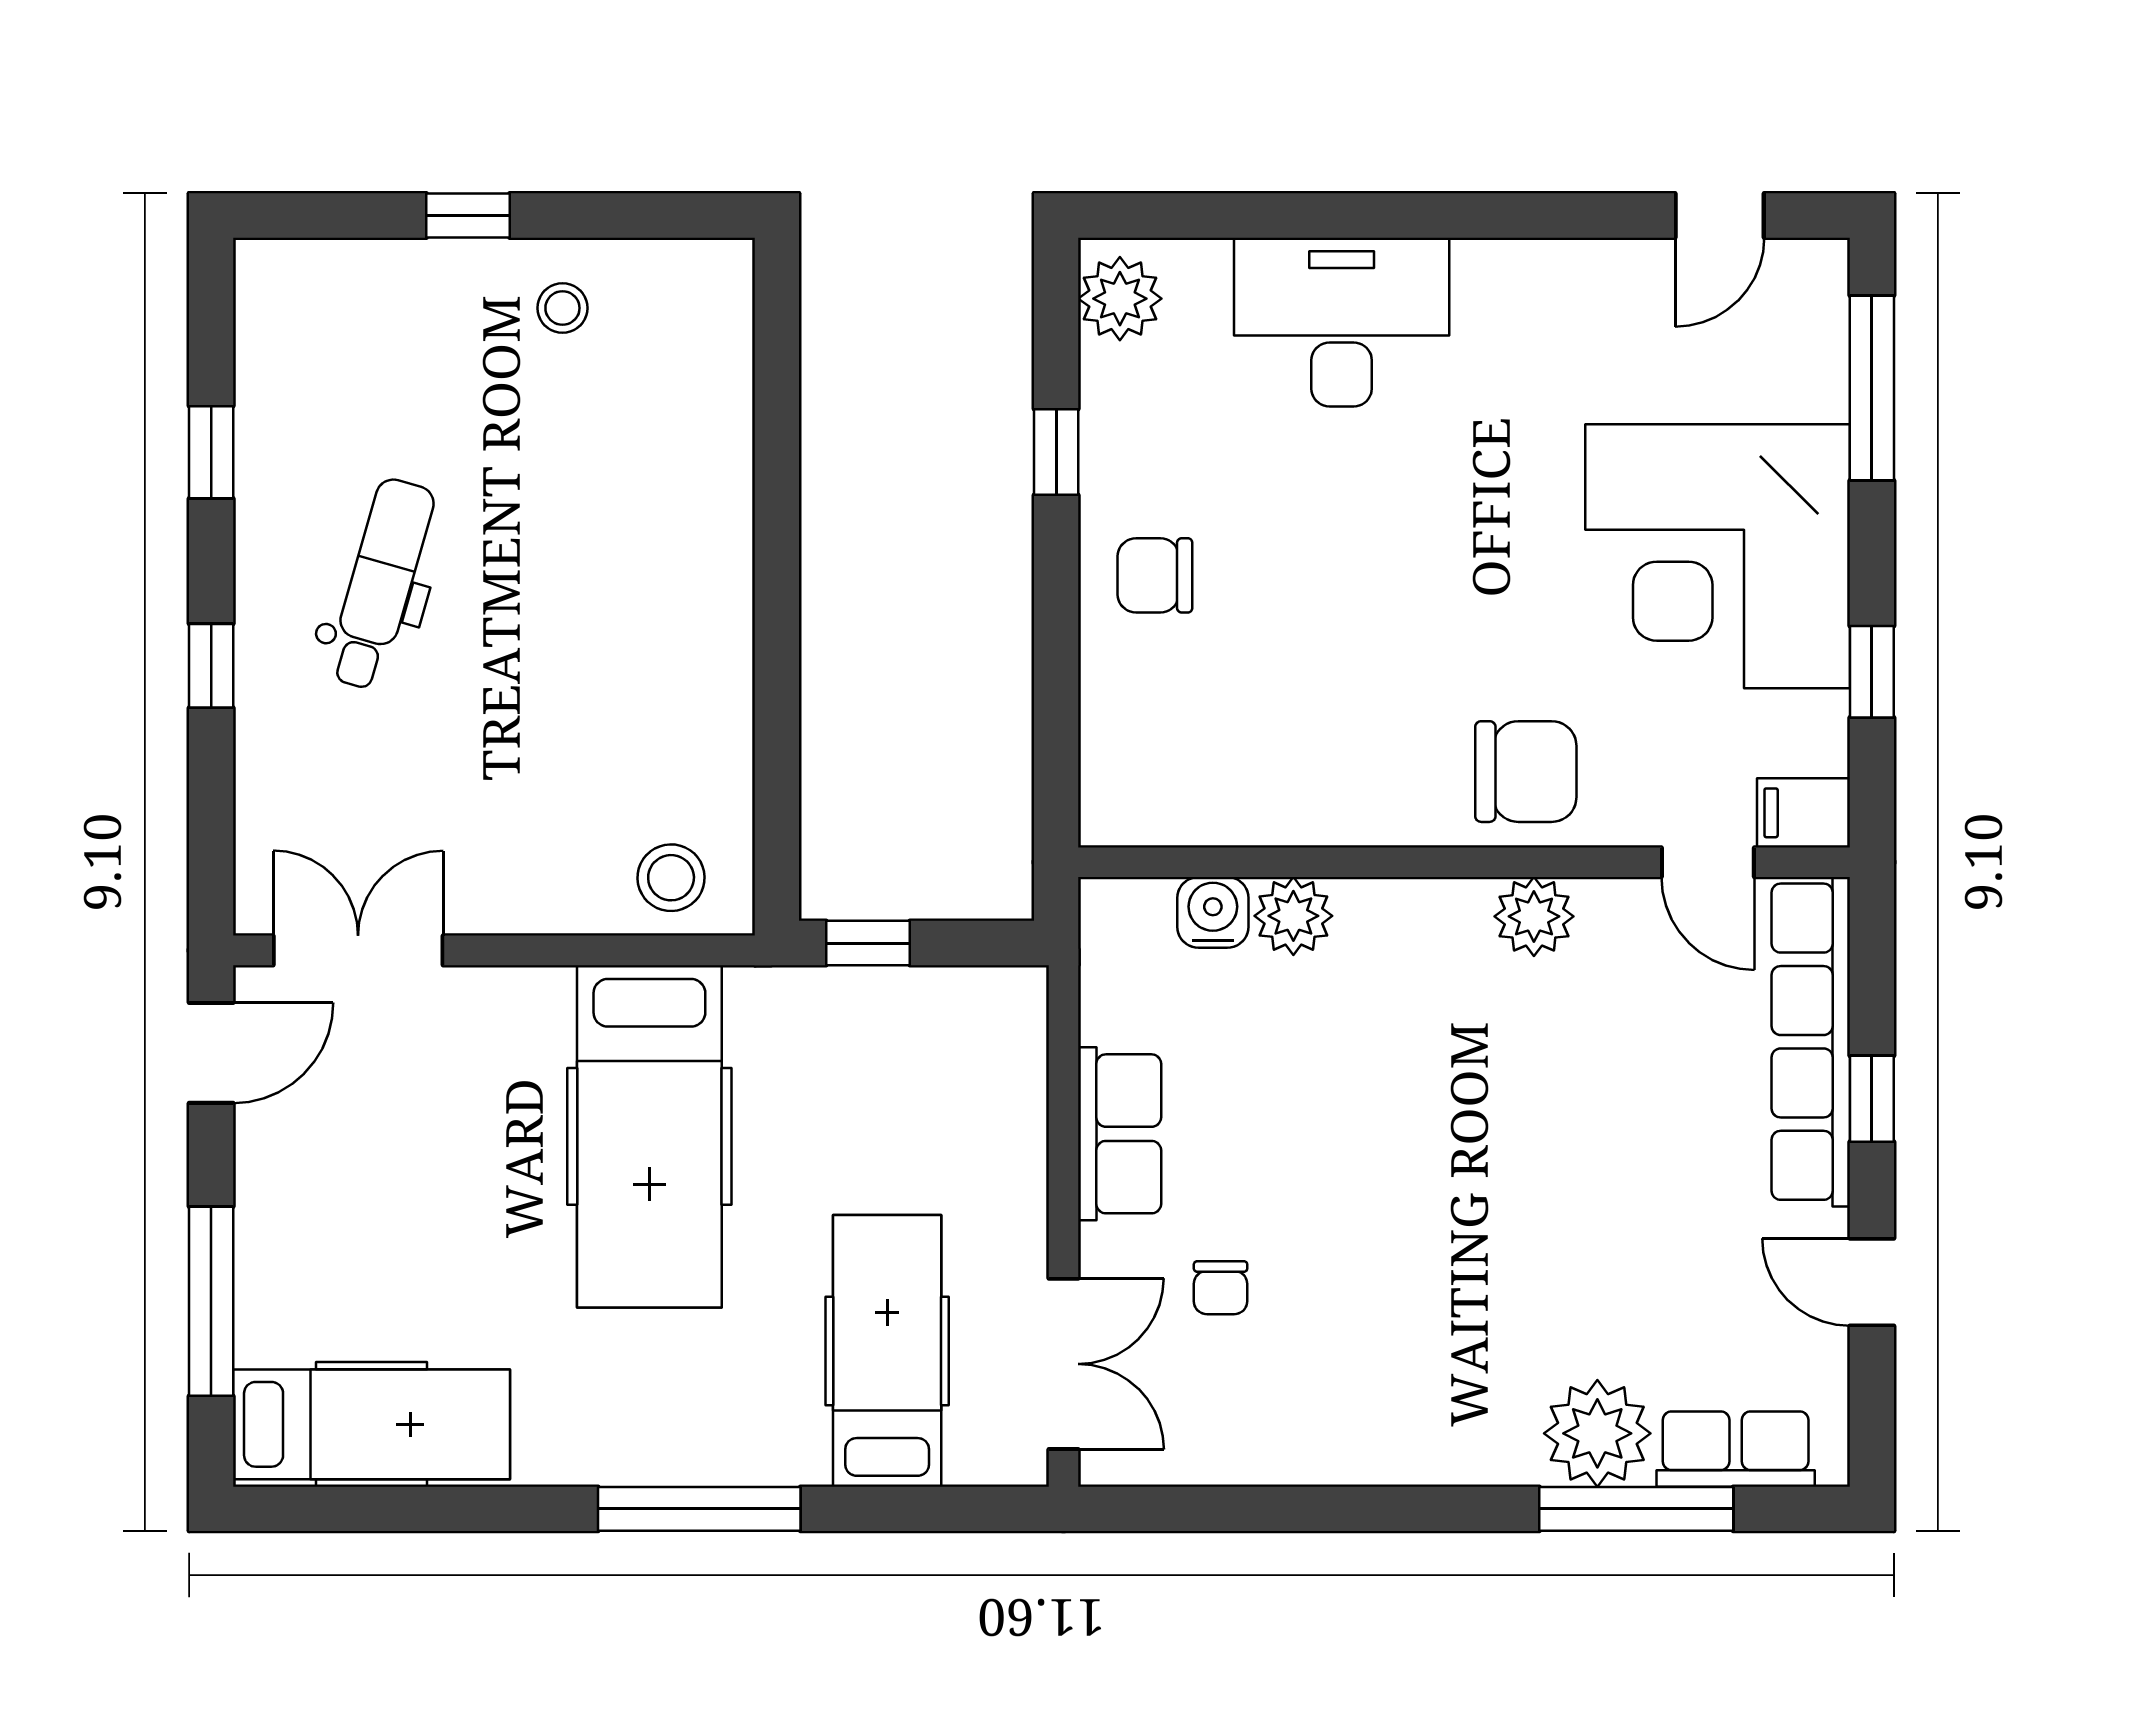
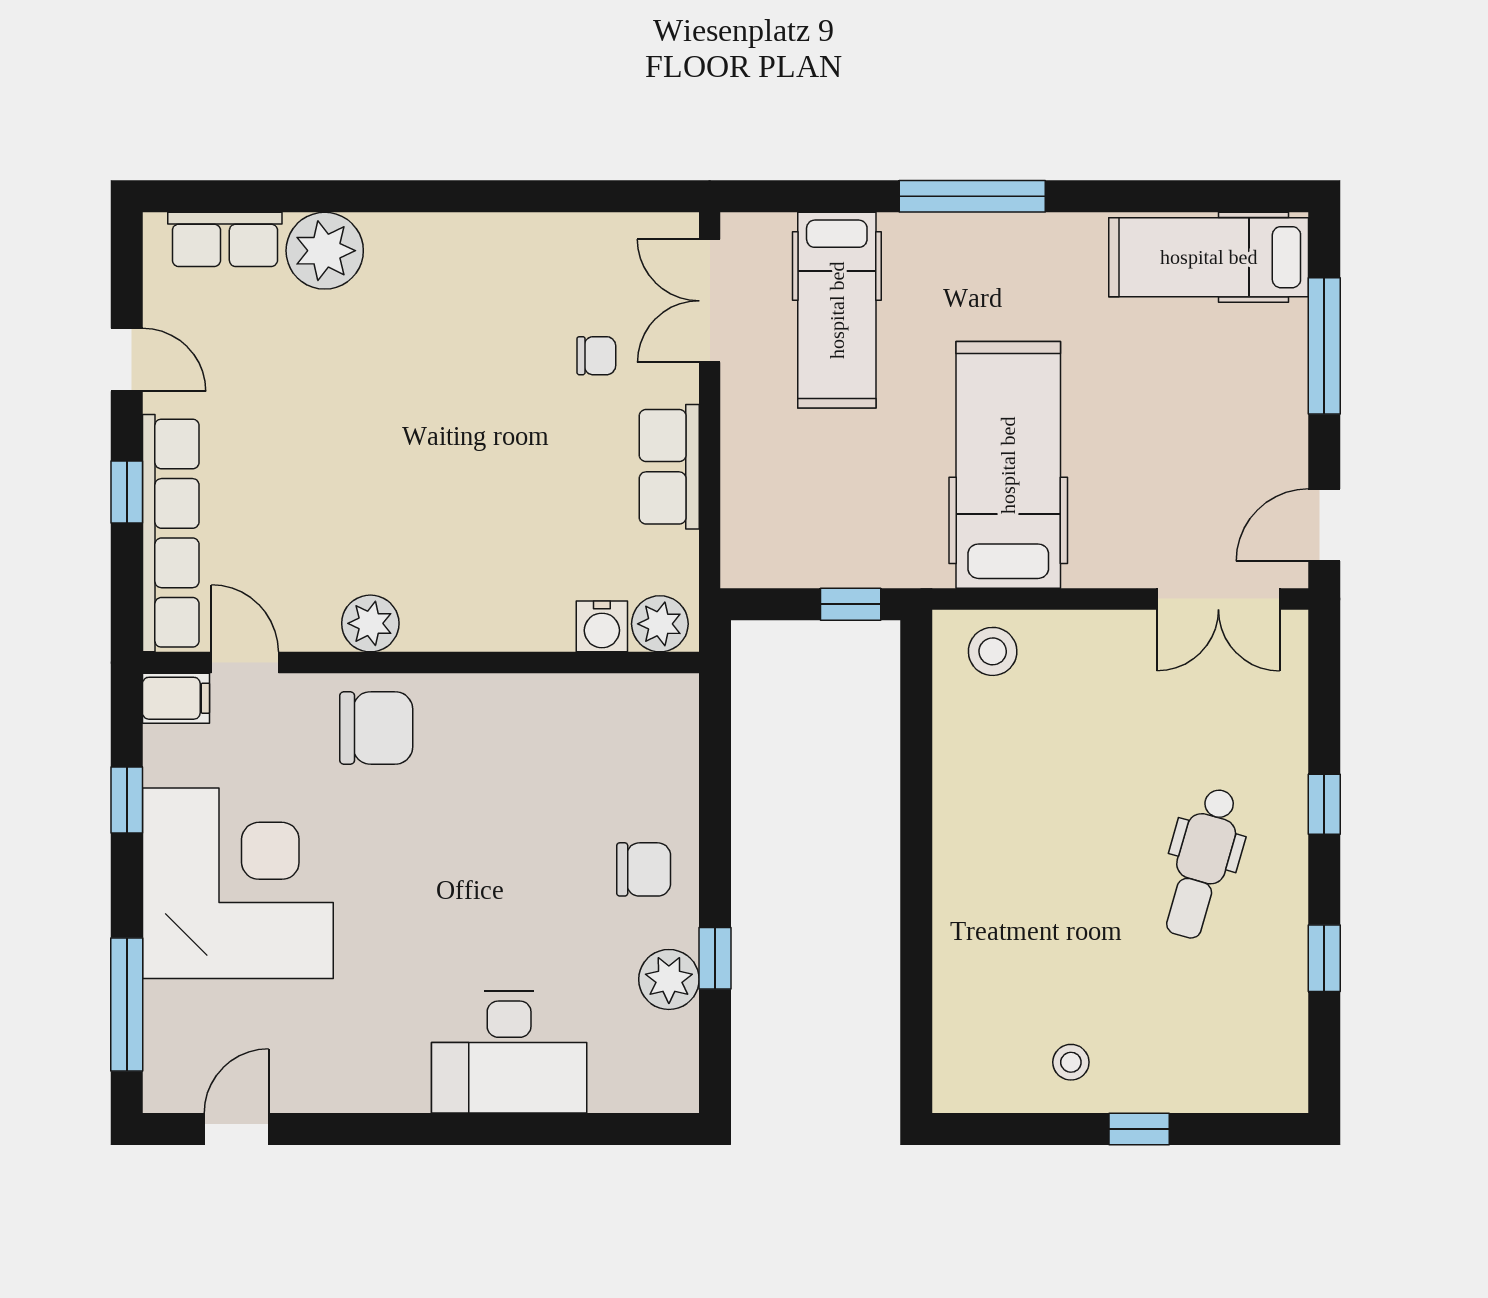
plant: (1120, 299) -> (669, 979), moved
chair: (1526, 772) -> (376, 728), turned 180
plant: (1293, 916) -> (660, 624), moved
chair: (1221, 1288) -> (596, 356), turned 90
window: (1636, 1509) -> (297, 196), removed

